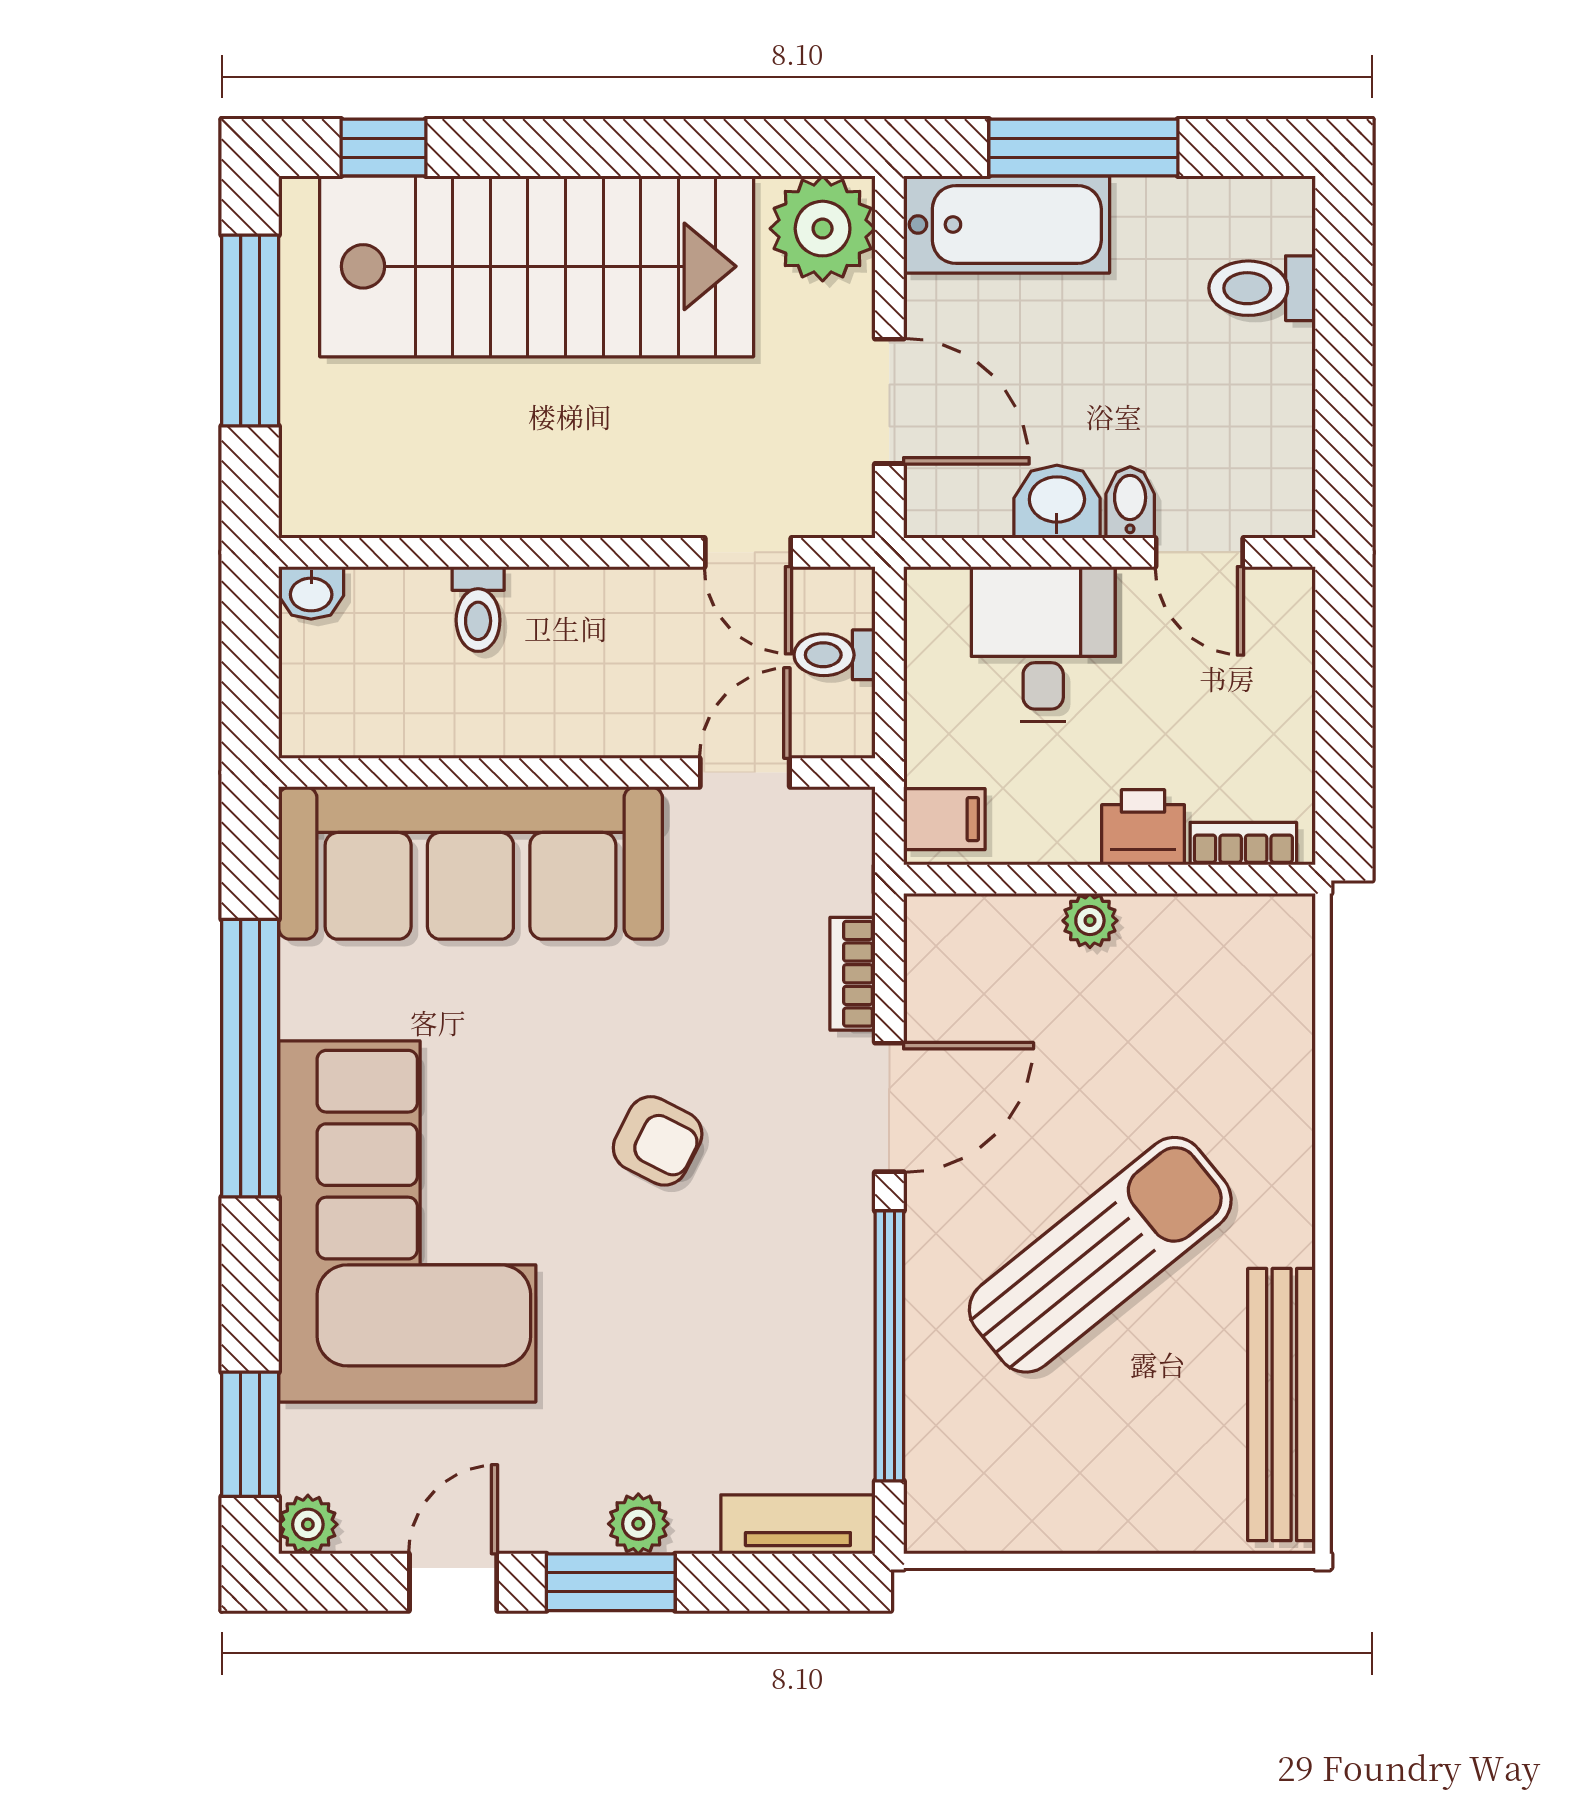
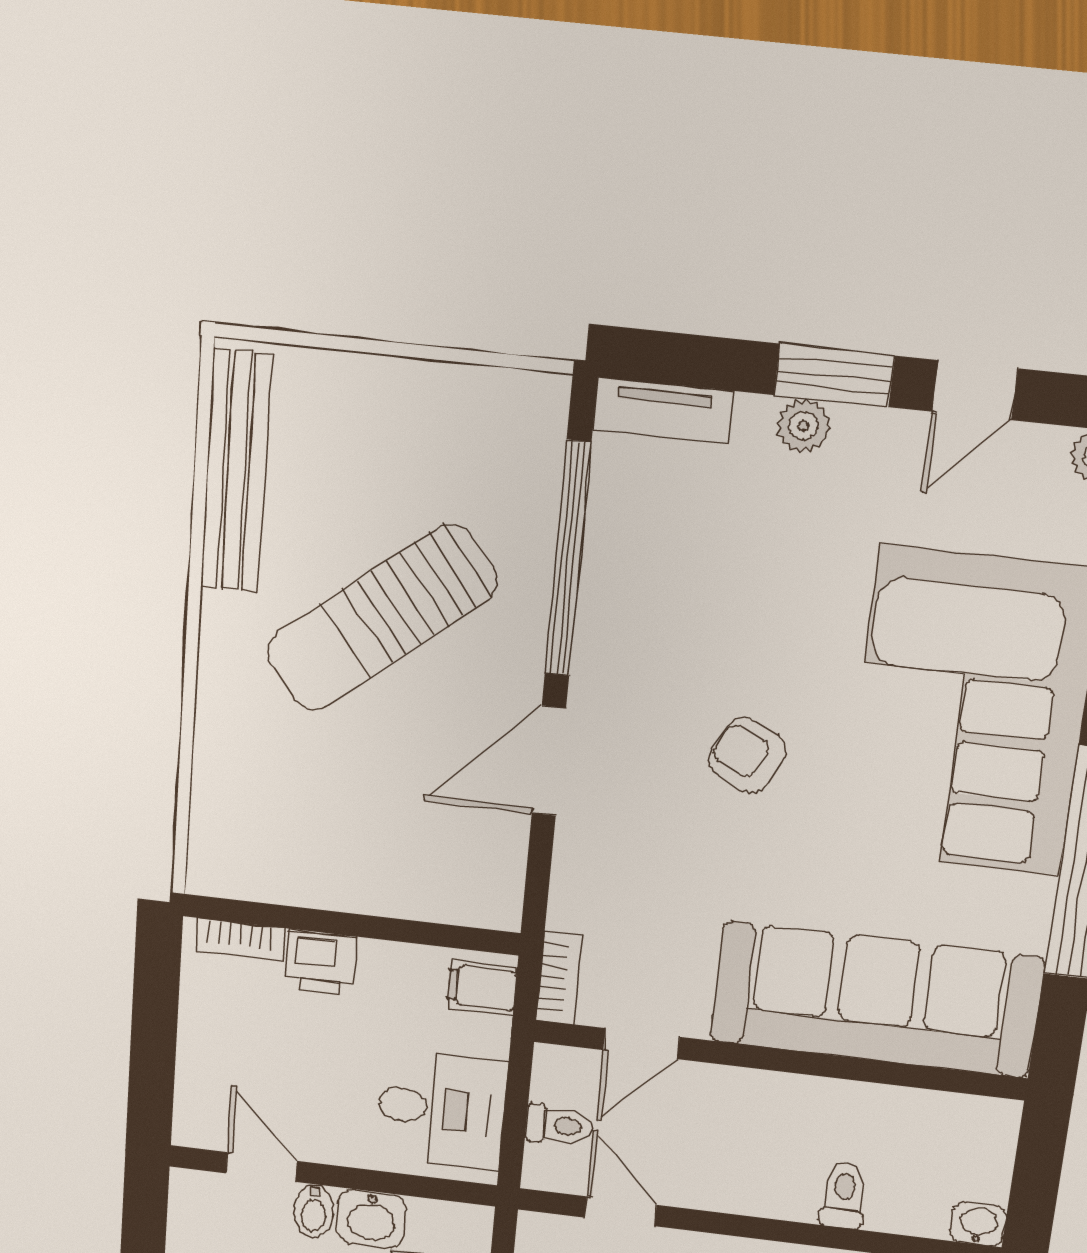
desk: (1043, 644) -> (441, 1109), moved, turned -90
plant: (1090, 921) -> (369, 894), removed
bookcase: (853, 974) -> (559, 978), moved

